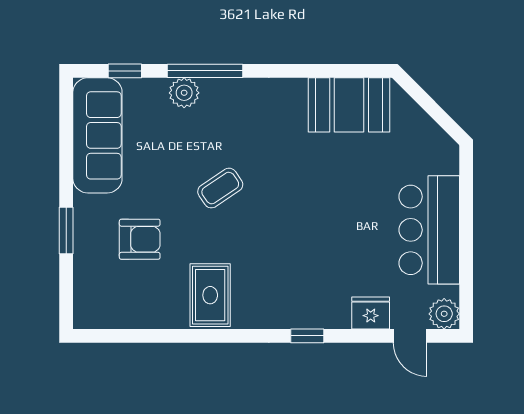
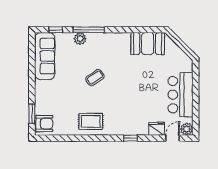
window: (66, 230) -> (32, 114), moved
armchair: (140, 239) -> (44, 124), moved
rug: (210, 295) -> (91, 121), turned 90
door: (410, 336) -> (173, 138), swing flipped

